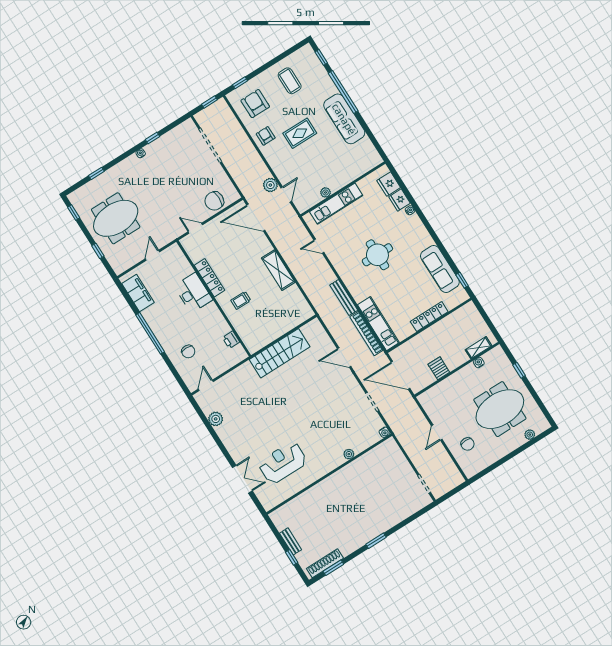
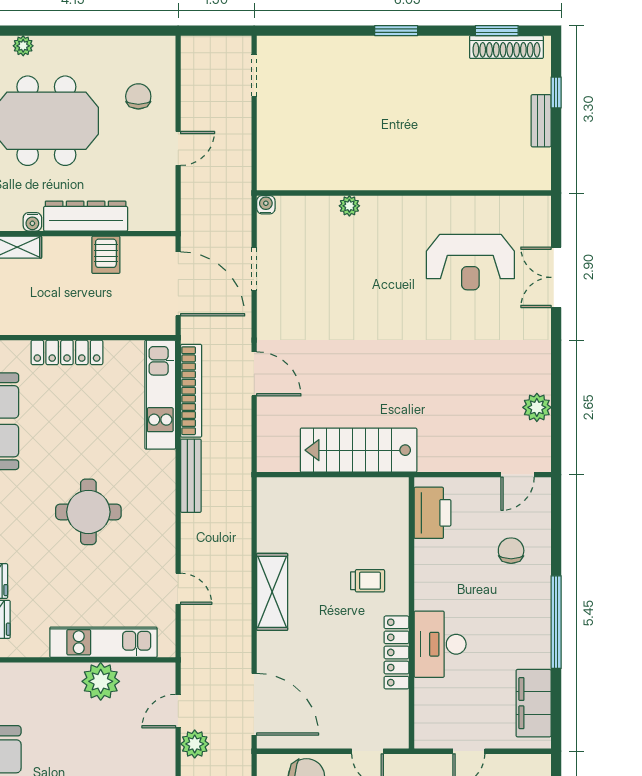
plant: (326, 192) -> (101, 681), width x1.87, depth x1.87
printer: (231, 340) -> (432, 513), width x1.87, depth x1.48
dresser: (458, 379) -> (86, 216), added

